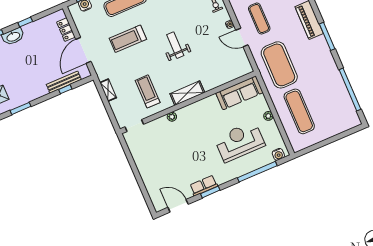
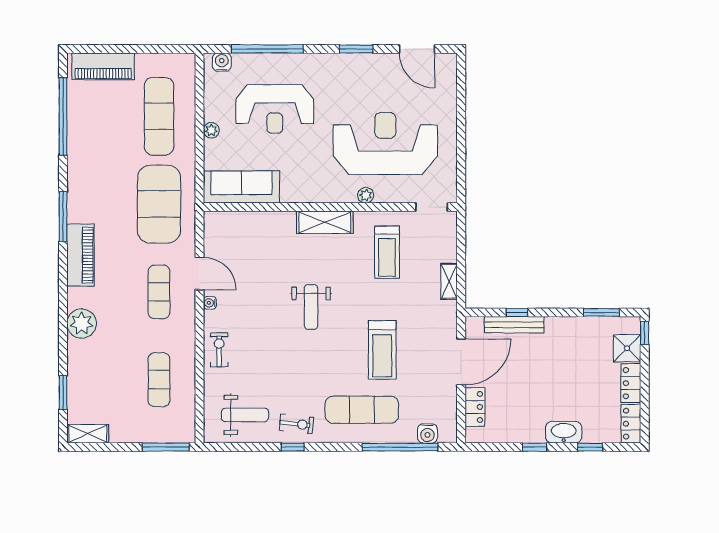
treadmill: (128, 39) -> (382, 350), turned 90
piano: (340, 125) -> (103, 66), added
reception desk: (173, 149) -> (385, 143), added
row of seats: (204, 186) -> (362, 64), removed

